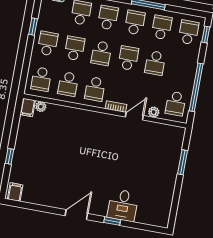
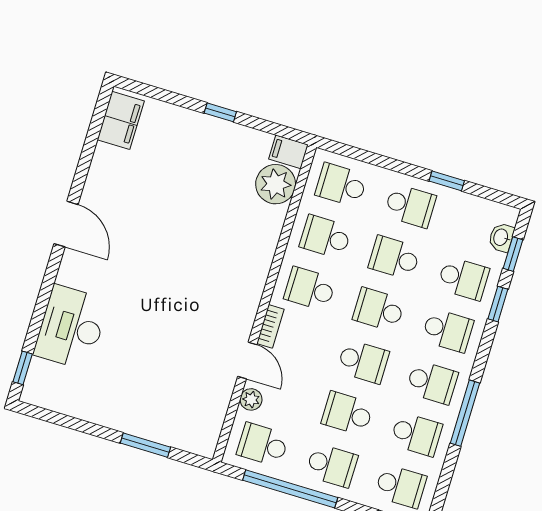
school desk: (75, 48) -> (394, 258), turned 180
school desk: (182, 68) -> (332, 465), added
plant: (41, 107) -> (276, 184), width x1.88, depth x1.88
window: (10, 156) -> (220, 112), moved
filing cabinet: (15, 192) -> (121, 120), width x2.00
desk: (123, 205) -> (71, 327), width x1.37
window: (112, 221) -> (23, 368), moved

